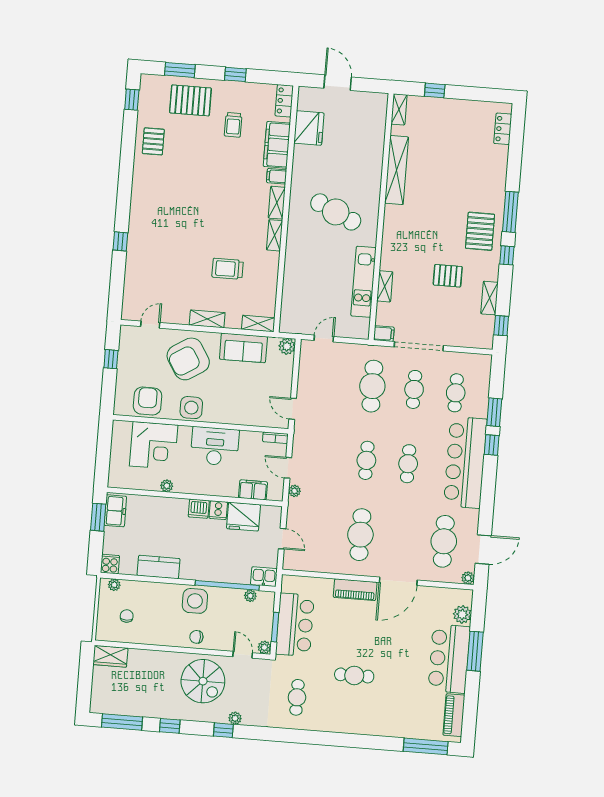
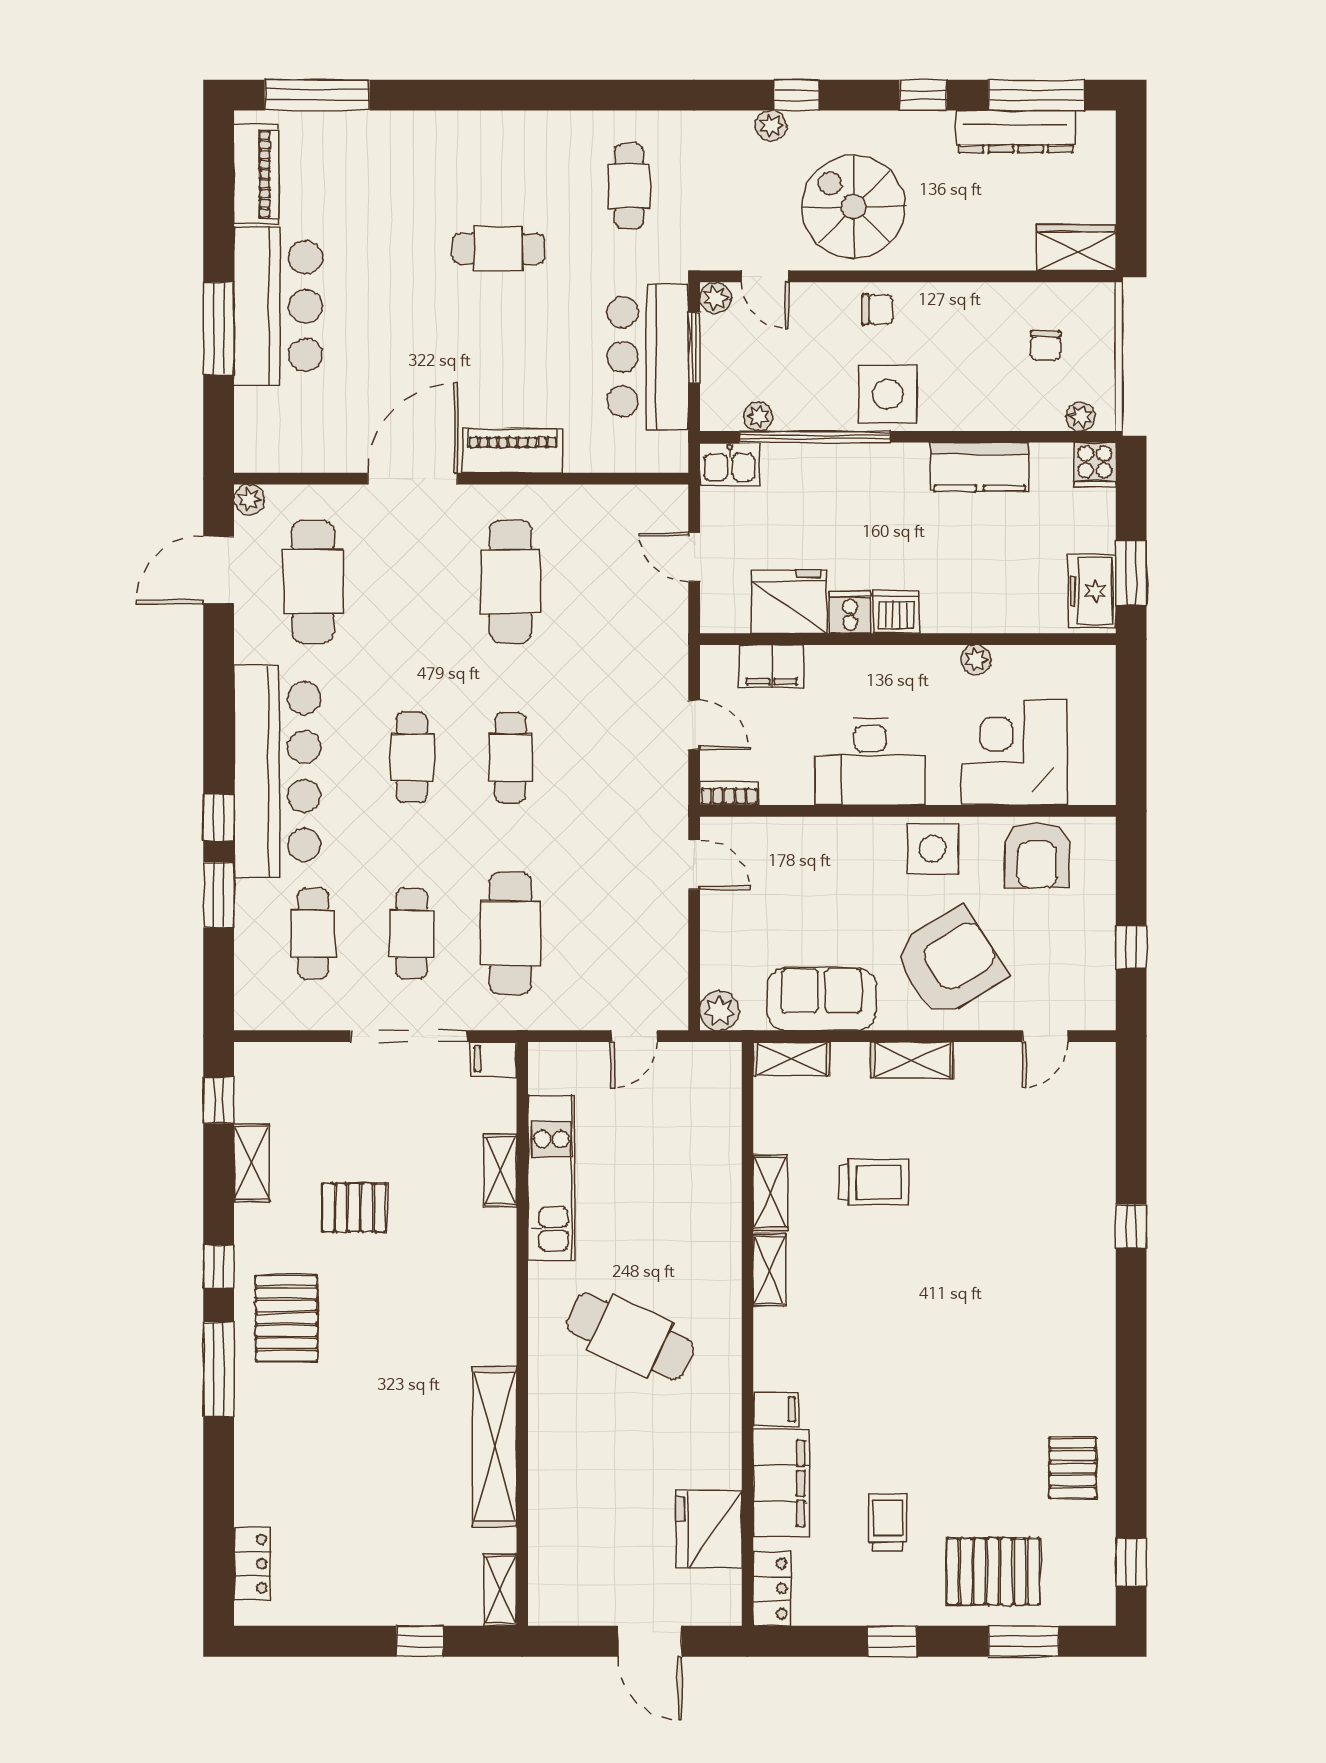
shelving: (277, 203) -> (770, 1192), moved
plant: (295, 491) -> (674, 672), removed
plant: (462, 614) -> (256, 413), removed
dresser: (132, 707) -> (1016, 131), added

